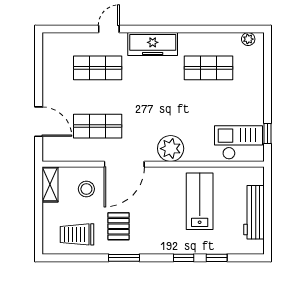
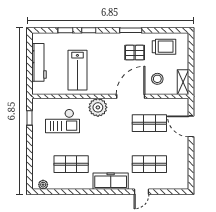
checkout: (238, 142) -> (62, 121), moved
pallet: (119, 226) -> (135, 53), turned 90

